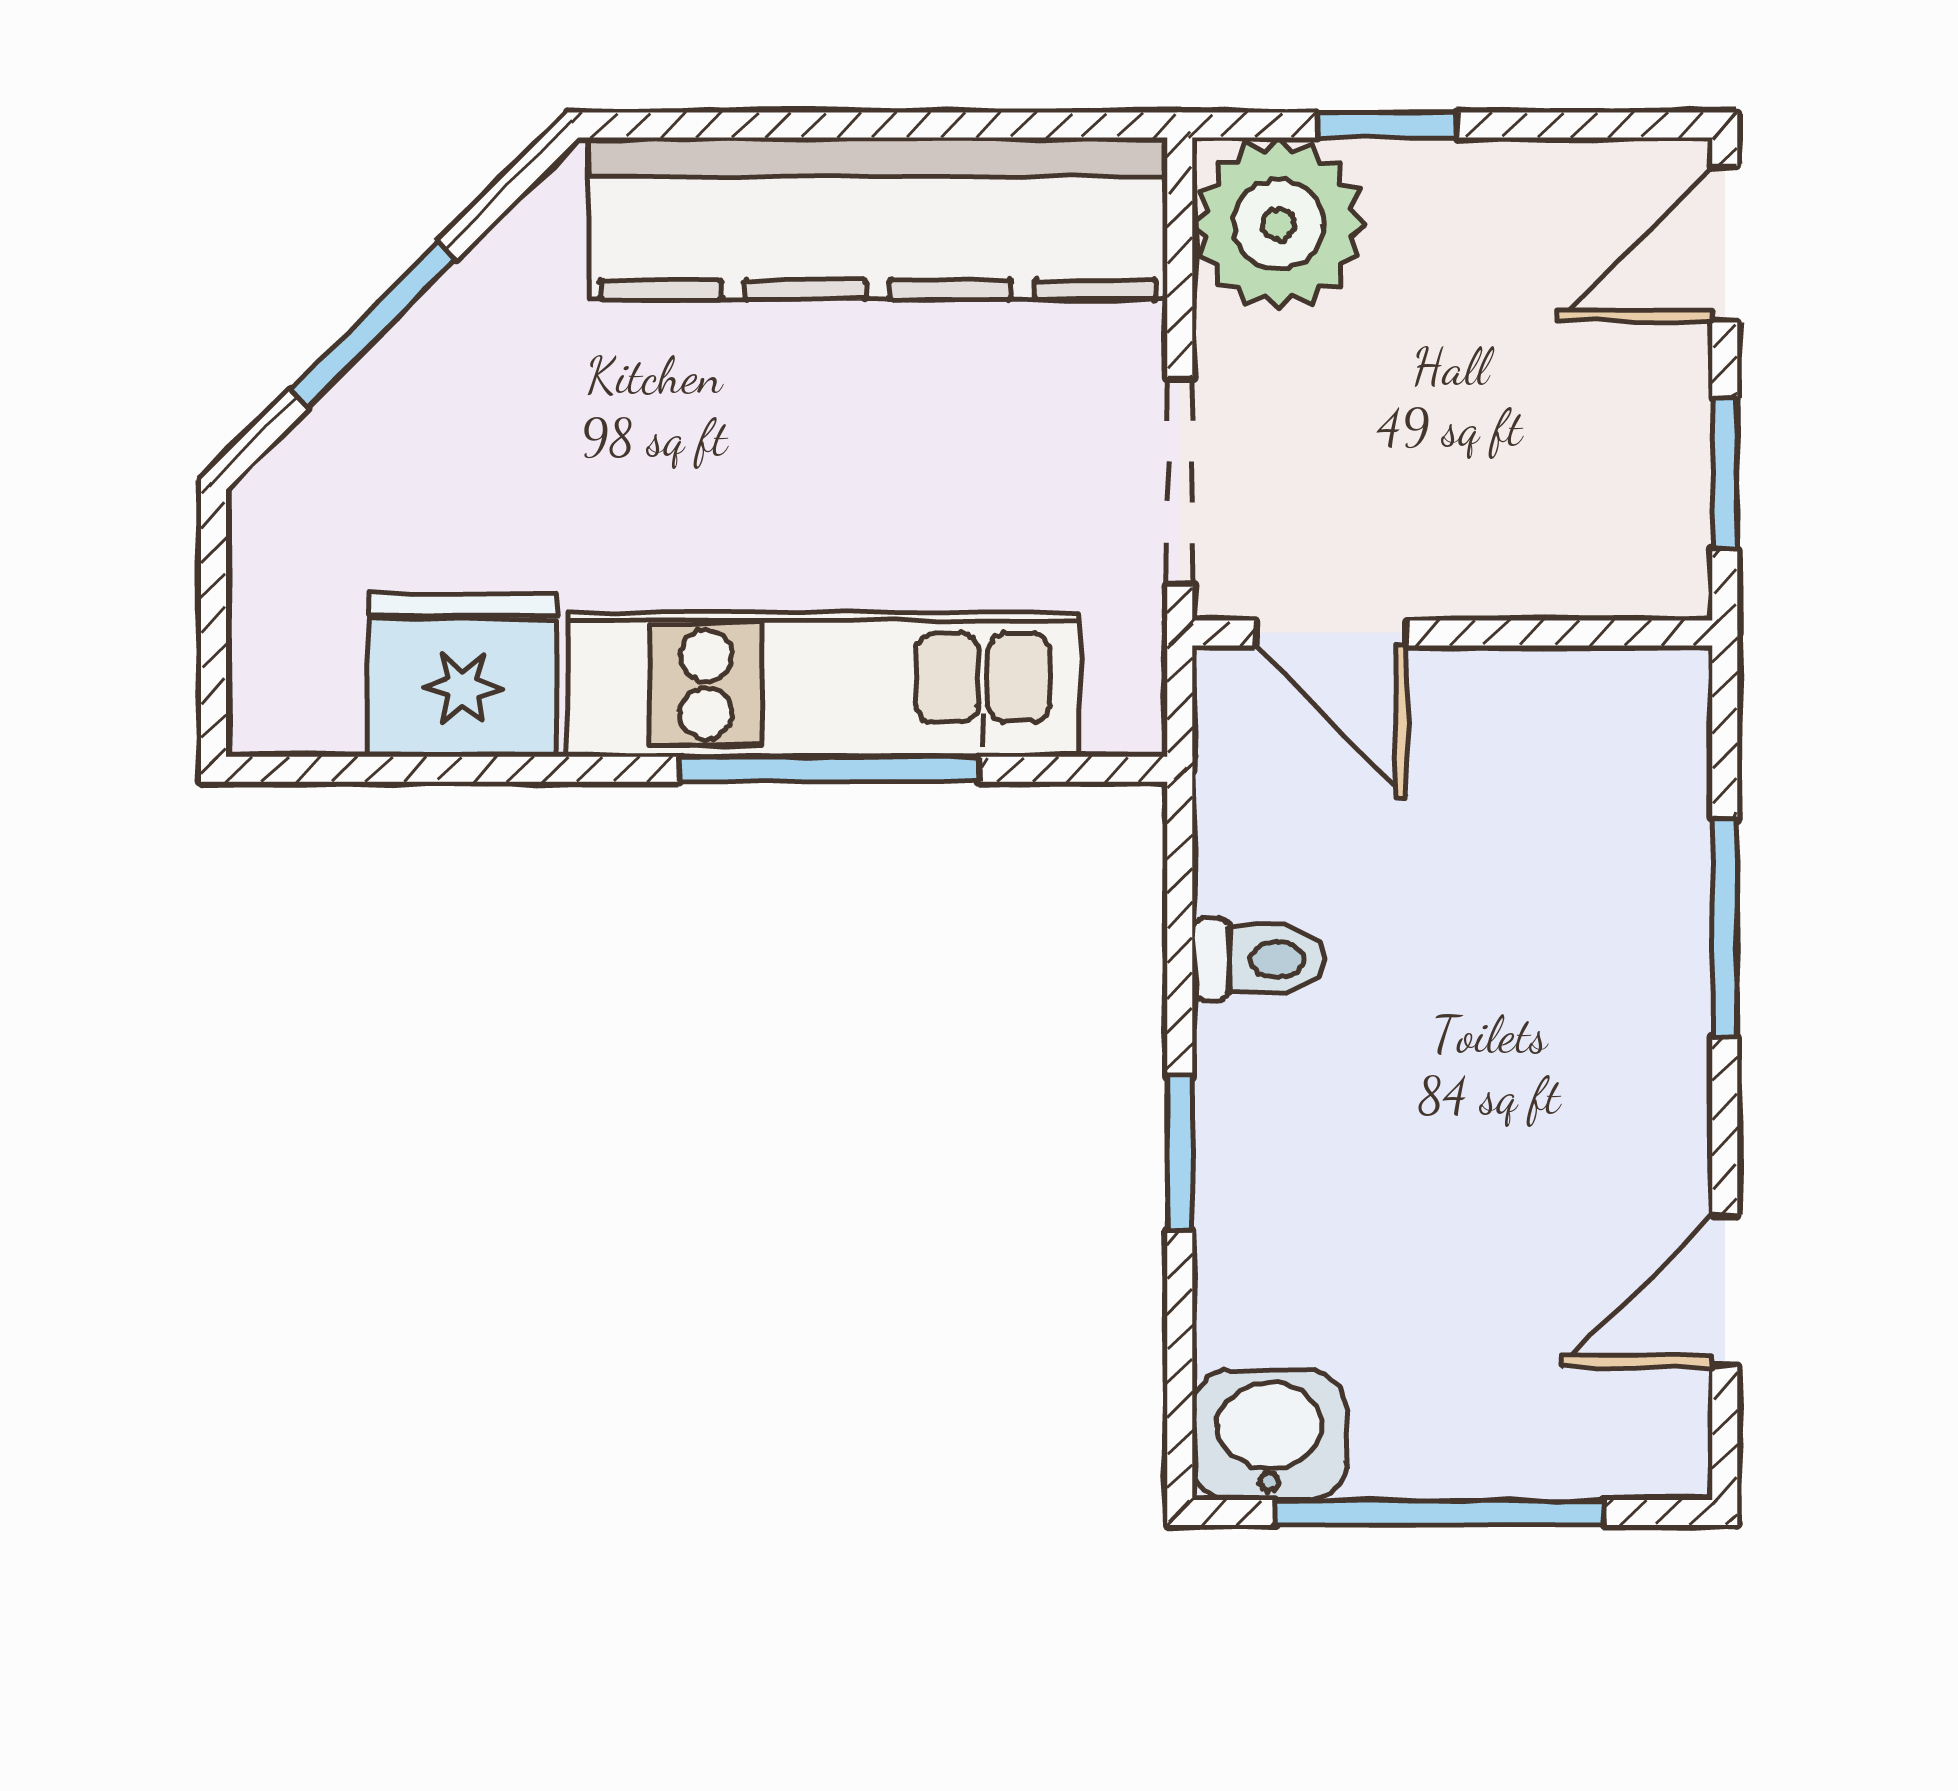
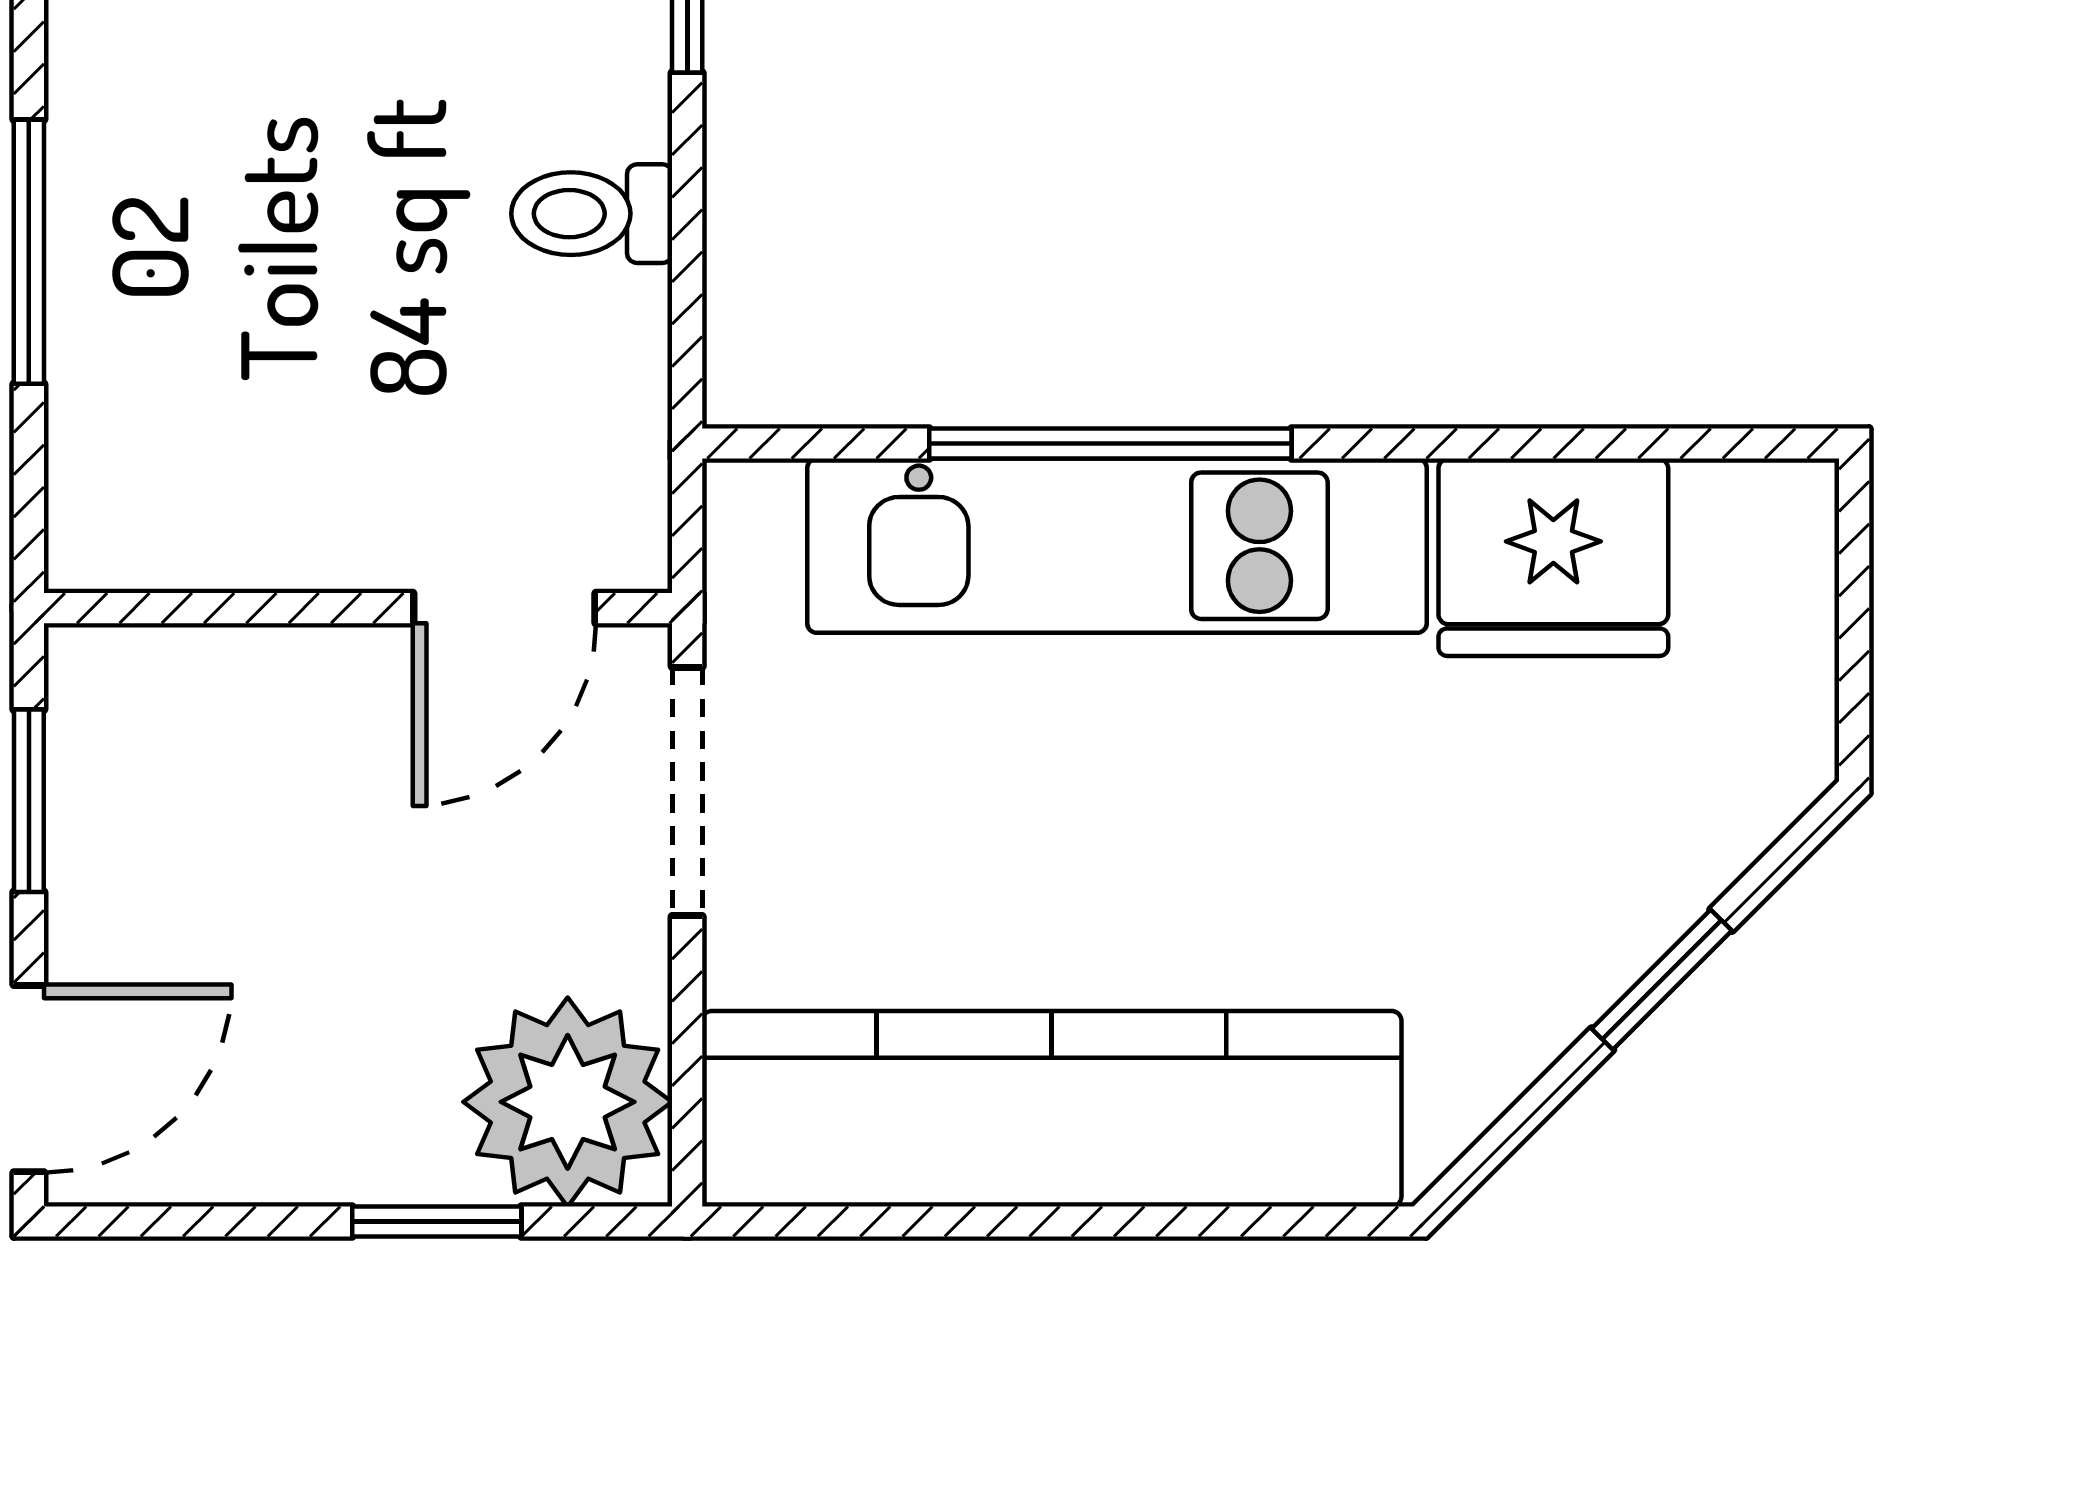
window: (373, 325) -> (1662, 980), width x0.67
door: (1331, 633) -> (504, 608), swing flipped

